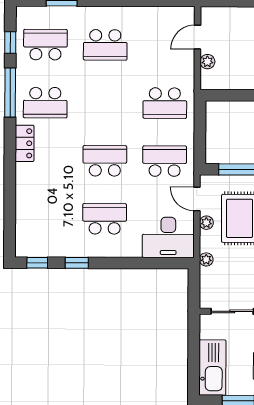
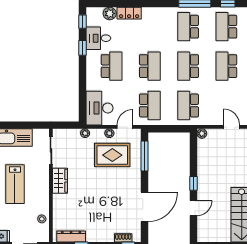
school desk: (45, 45) -> (226, 27), turned 180
plant: (207, 62) -> (202, 134), moved
school desk: (105, 103) -> (188, 66), added
locker: (25, 143) -> (129, 13), moved
plant: (25, 222) -> (110, 13), added
desk: (62, 239) -> (98, 38), added

